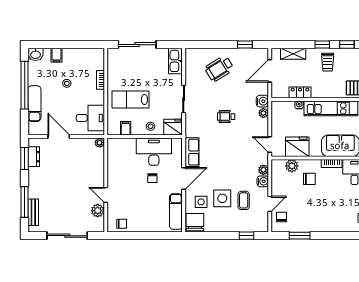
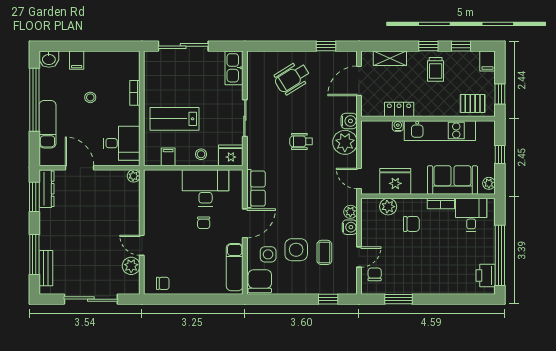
plant: (263, 113) -> (345, 142), width x1.87, depth x1.87
dresser: (34, 157) -> (47, 189), width x1.44

